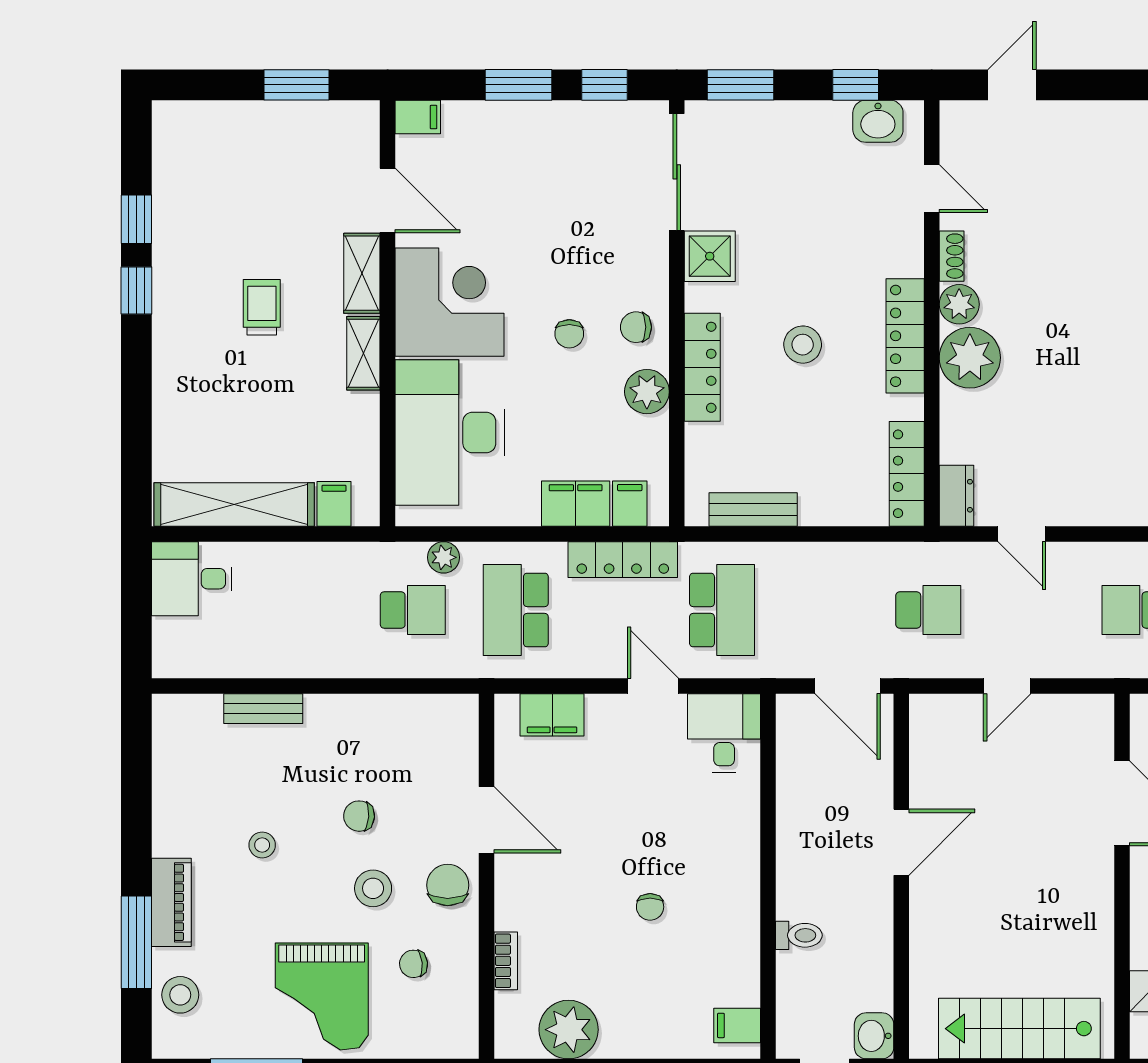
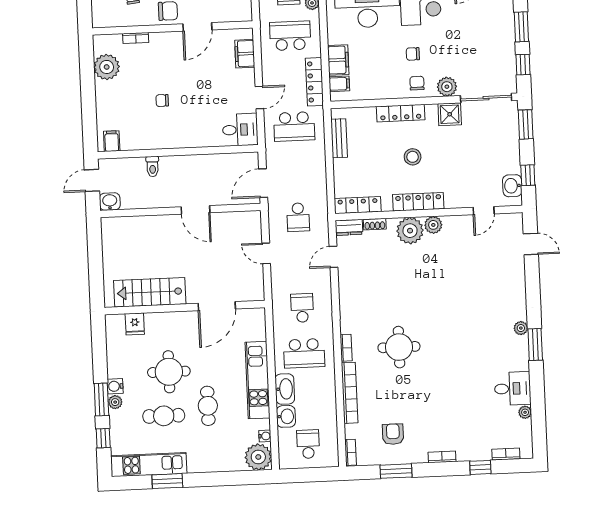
shoe rack: (952, 256) -> (375, 224), moved
plant: (647, 392) -> (447, 87), moved
stairs: (1019, 1029) -> (150, 292), moved, turned -90

